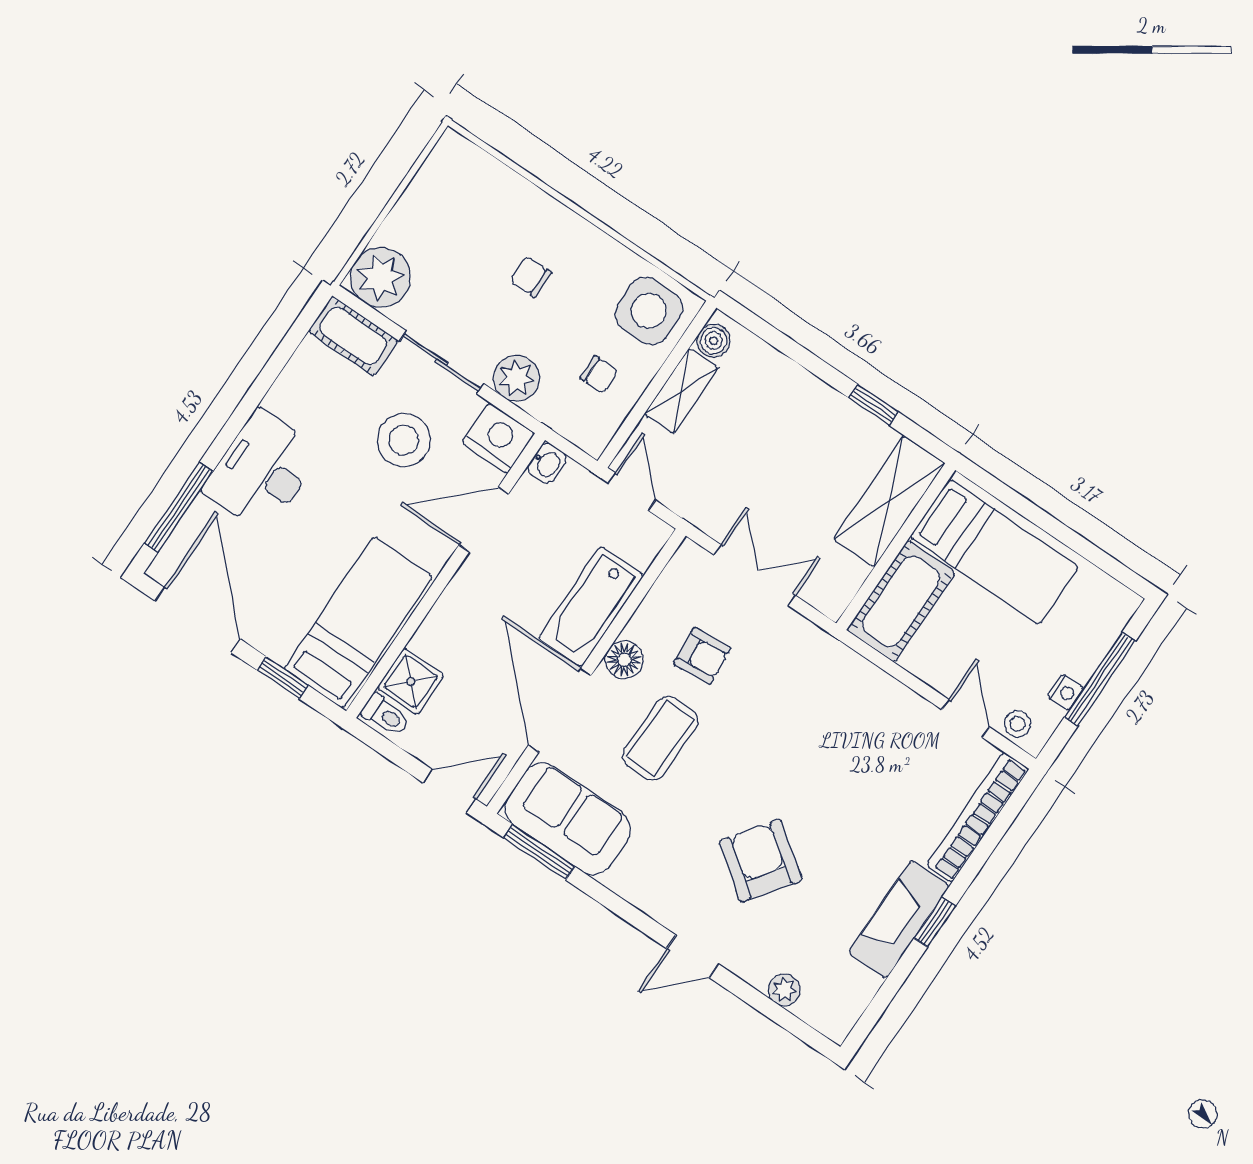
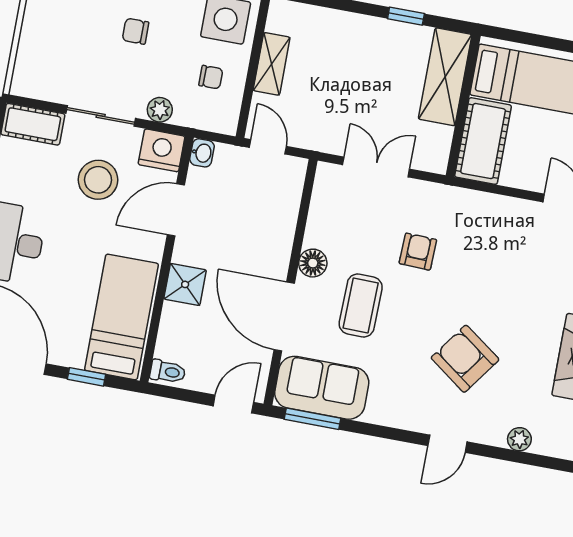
plant: (381, 278) -> (34, 77), removed
boiler: (714, 341) -> (278, 20), removed
plant: (516, 378) -> (160, 110), width x0.73, depth x0.73
bathtub: (591, 607) -> (275, 237), removed
armchair: (702, 656) -> (418, 252), moved, turned -83
shower: (411, 681) -> (185, 284), moved

